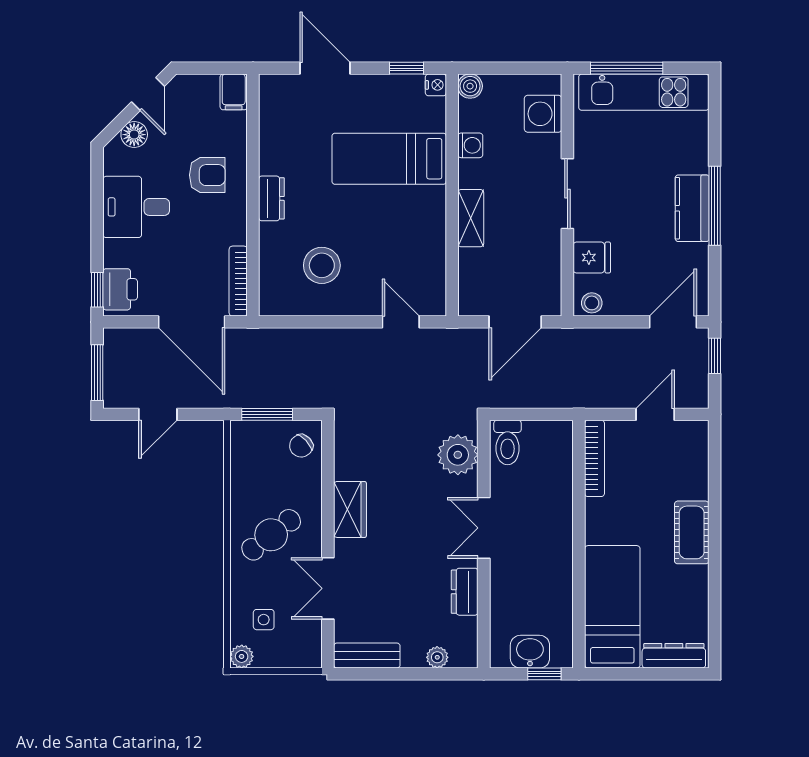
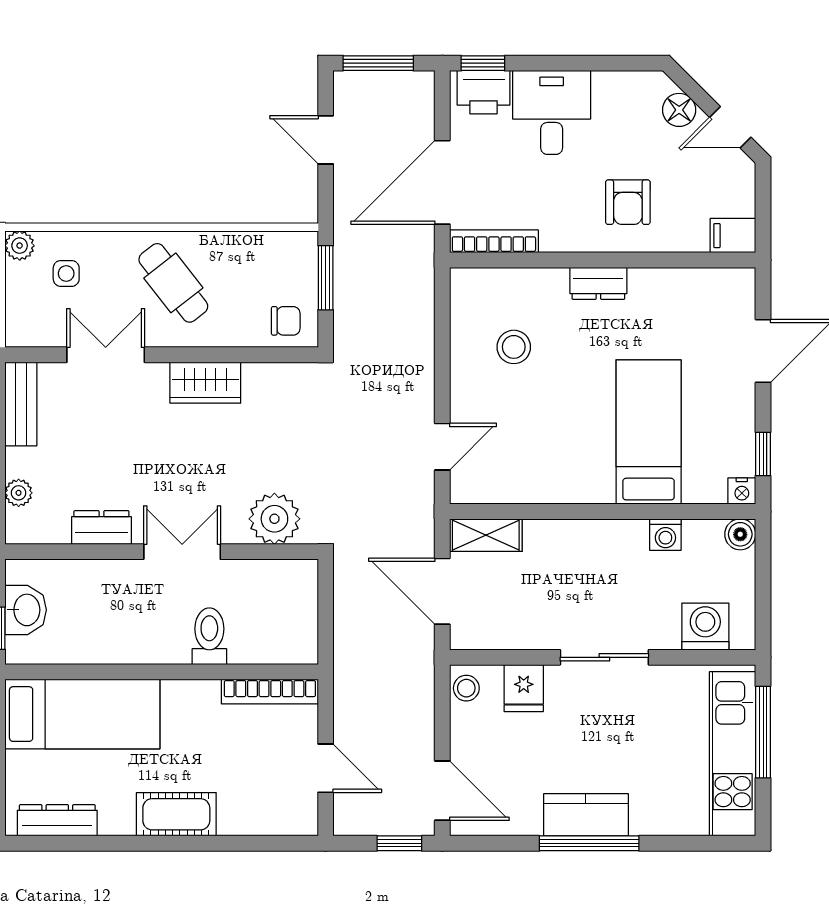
desk: (136, 207) -> (552, 112), moved
shelving: (471, 218) -> (486, 535), moved
stool: (322, 265) -> (514, 347), width x0.73, depth x0.73
toilet: (508, 442) -> (209, 636), moved, turned 90
chair: (301, 446) -> (286, 321), turned 133
dresser: (674, 656) -> (57, 820), moved, turned -90

